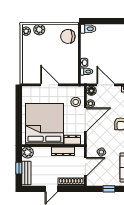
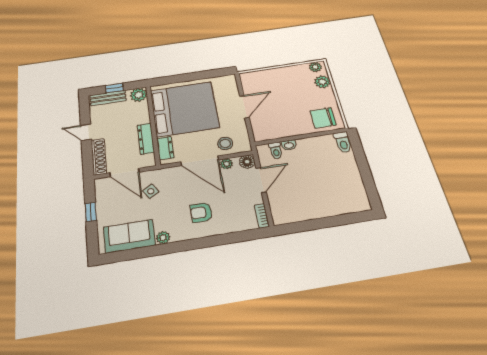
chair: (68, 36) -> (323, 118), turned -90

